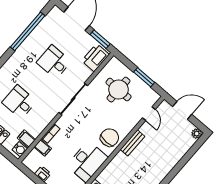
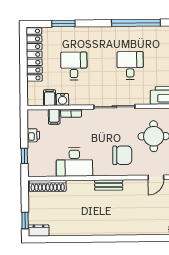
chair: (109, 138) -> (122, 155), moved
bench: (132, 143) -> (109, 185), moved
water cooler: (20, 149) -> (63, 99), moved

